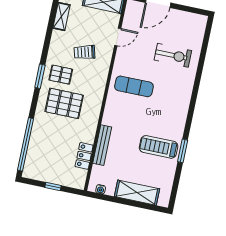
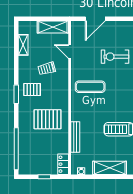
door: (118, 37) -> (70, 51), swing flipped
exercise bike: (173, 55) -> (115, 57), turned 180
pallet: (64, 103) -> (48, 119), moved
locker: (84, 156) -> (63, 164), moved

